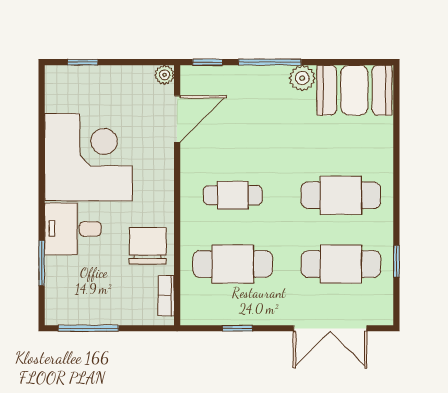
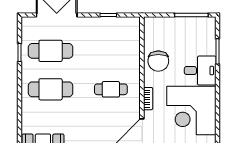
cafe table: (233, 264) -> (111, 51), removed
bookcase: (166, 296) -> (148, 99), moved

